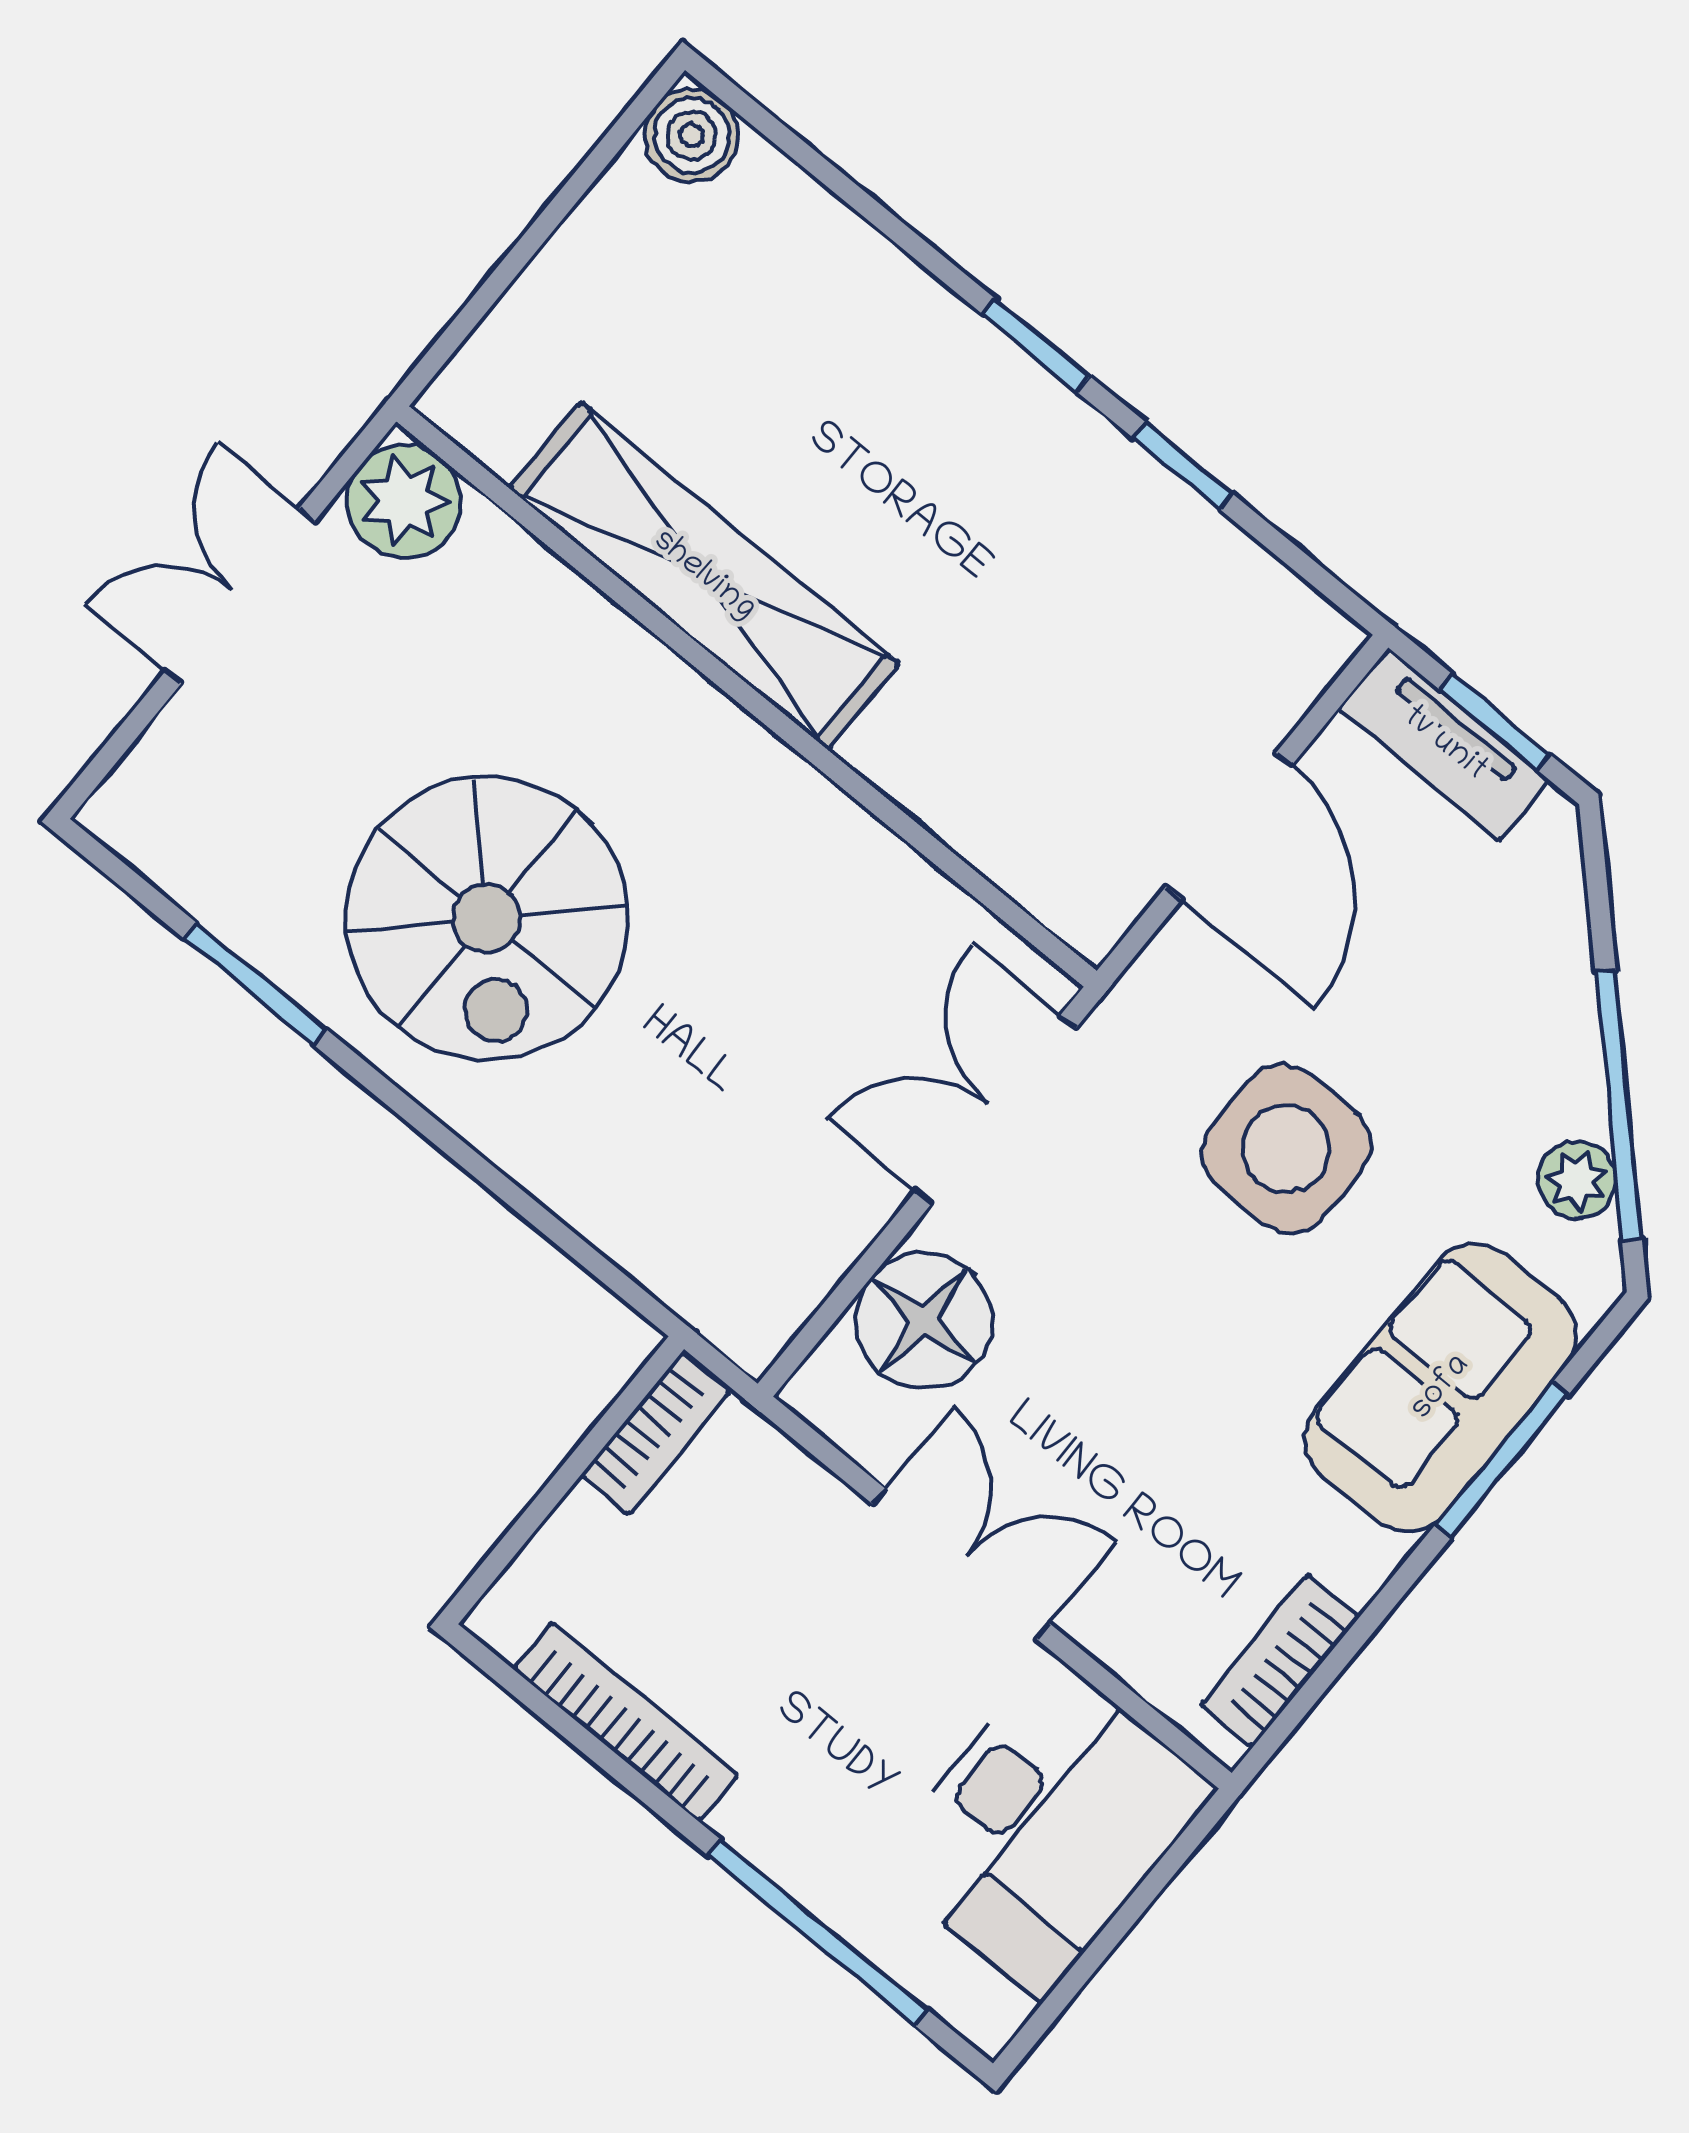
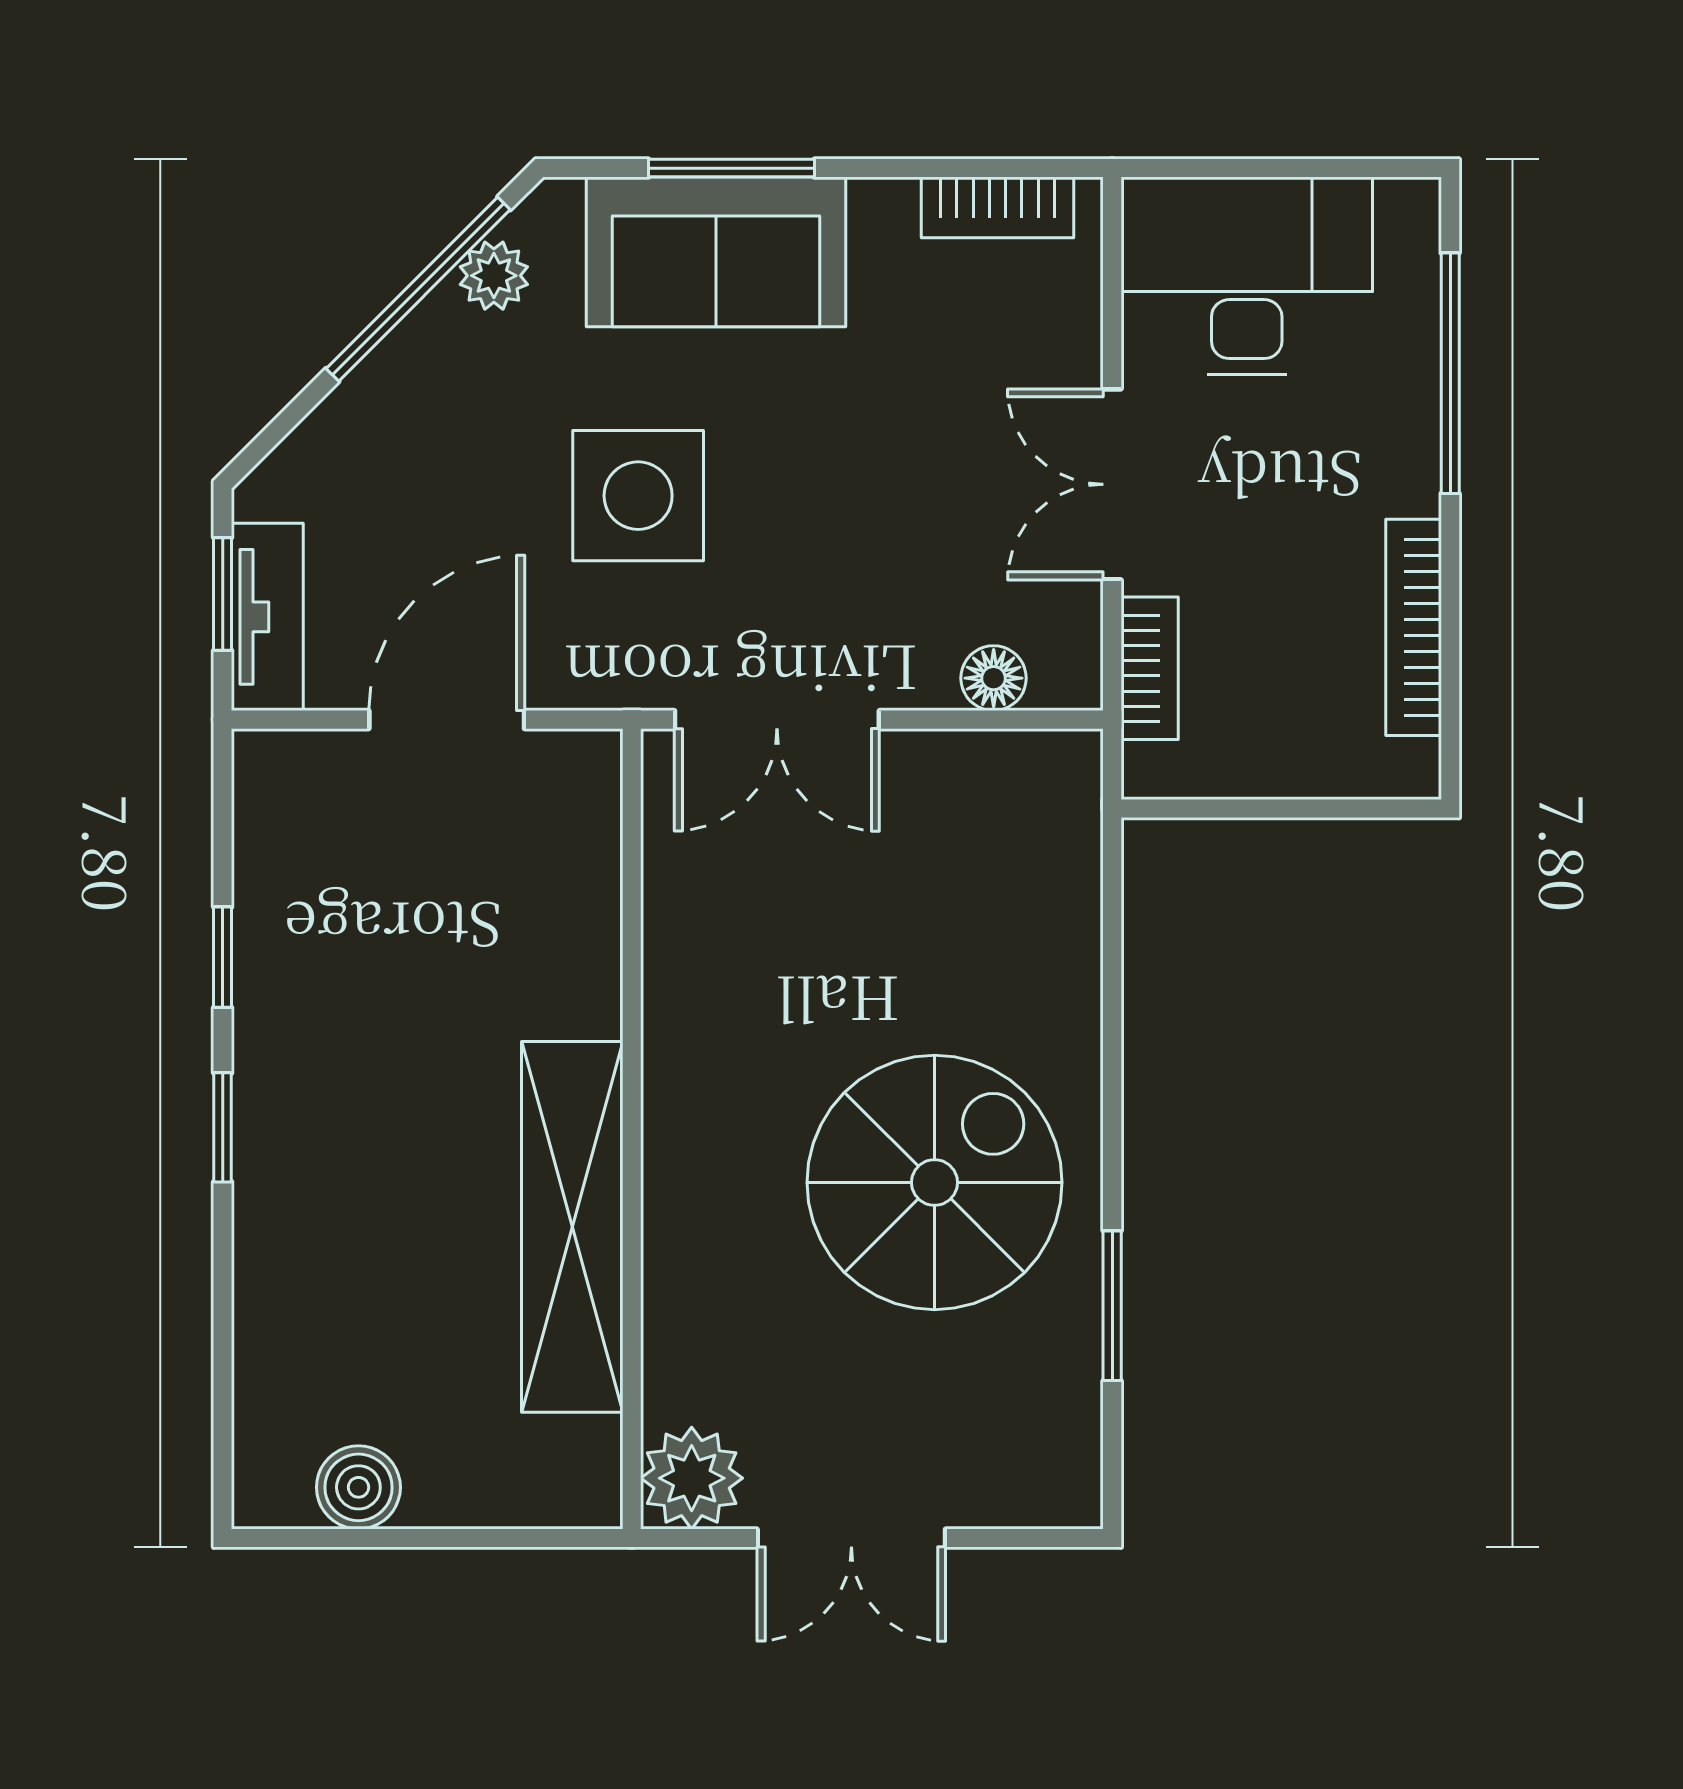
boiler: (691, 135) -> (358, 1487), moved
floor lamp: (924, 1321) -> (994, 678), width x0.53, depth x0.53
bookcase: (655, 1434) -> (1150, 668), moved, turned 90

